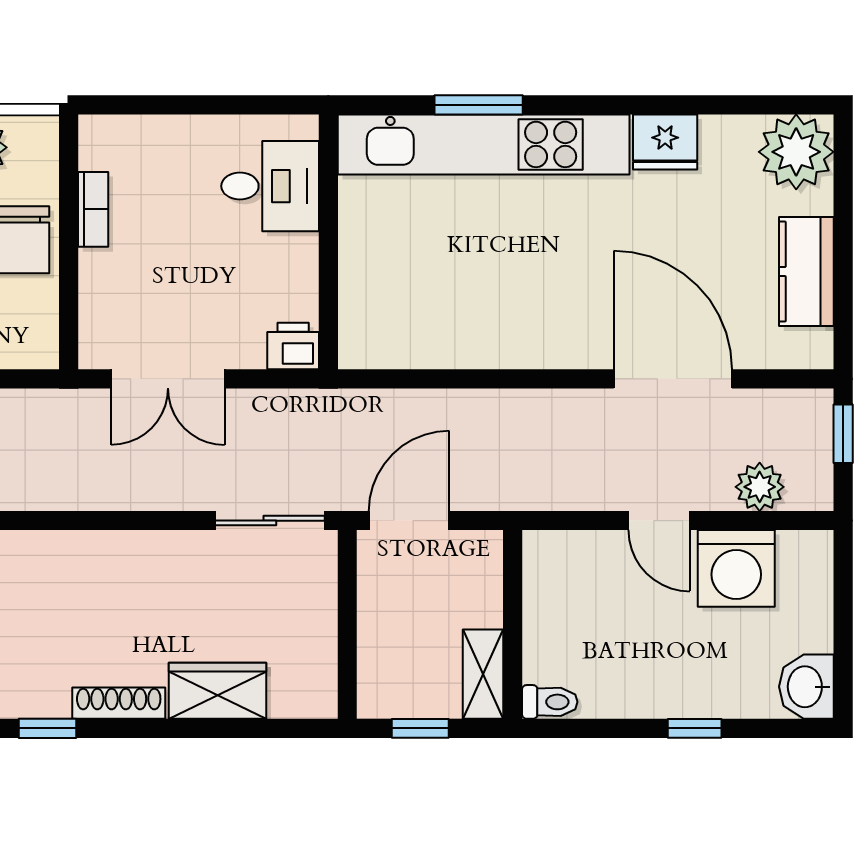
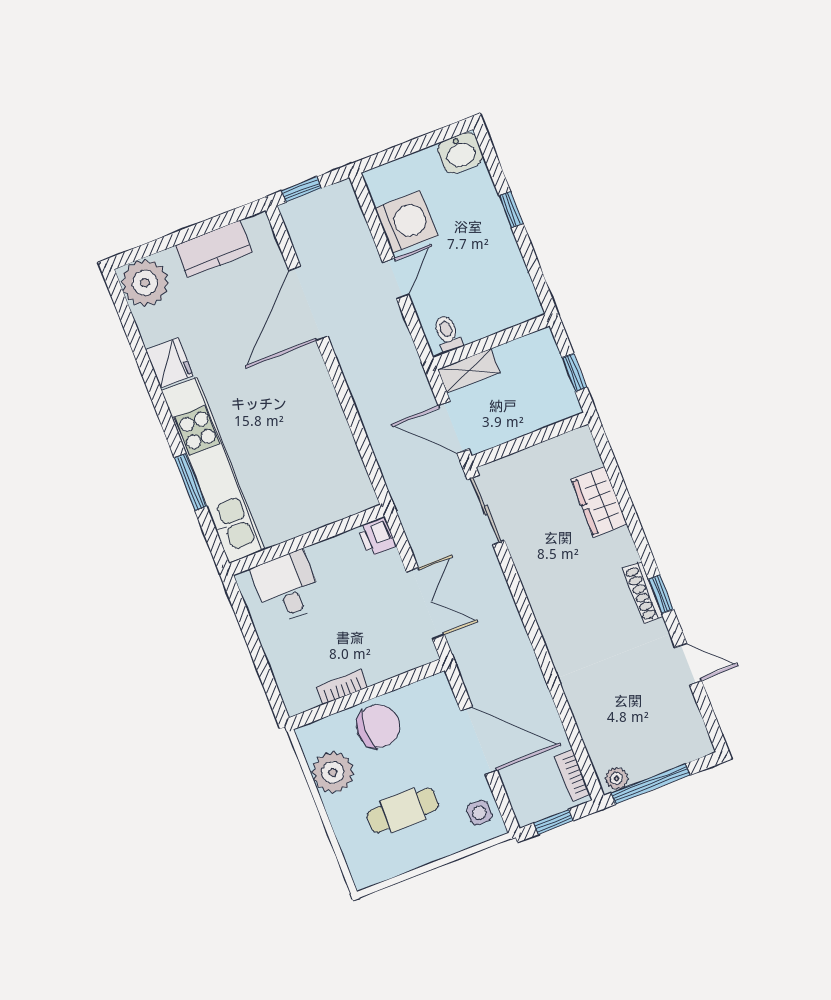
plant: (760, 487) -> (352, 227), removed
shelving: (483, 674) -> (469, 371), moved
toilet: (550, 702) -> (448, 333), moved
shoe rack: (119, 703) -> (643, 592), moved

